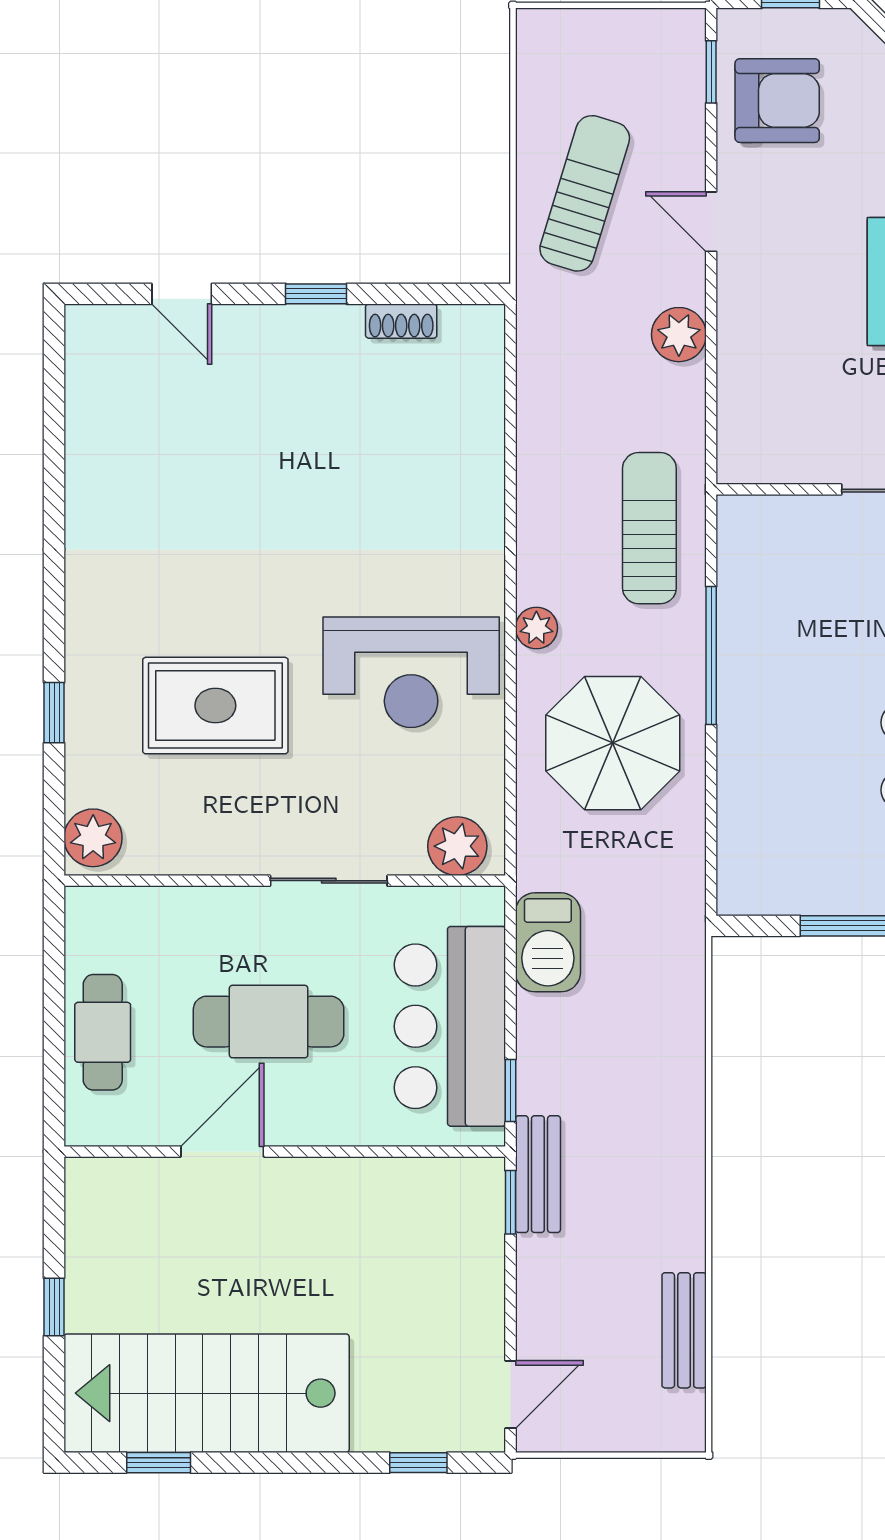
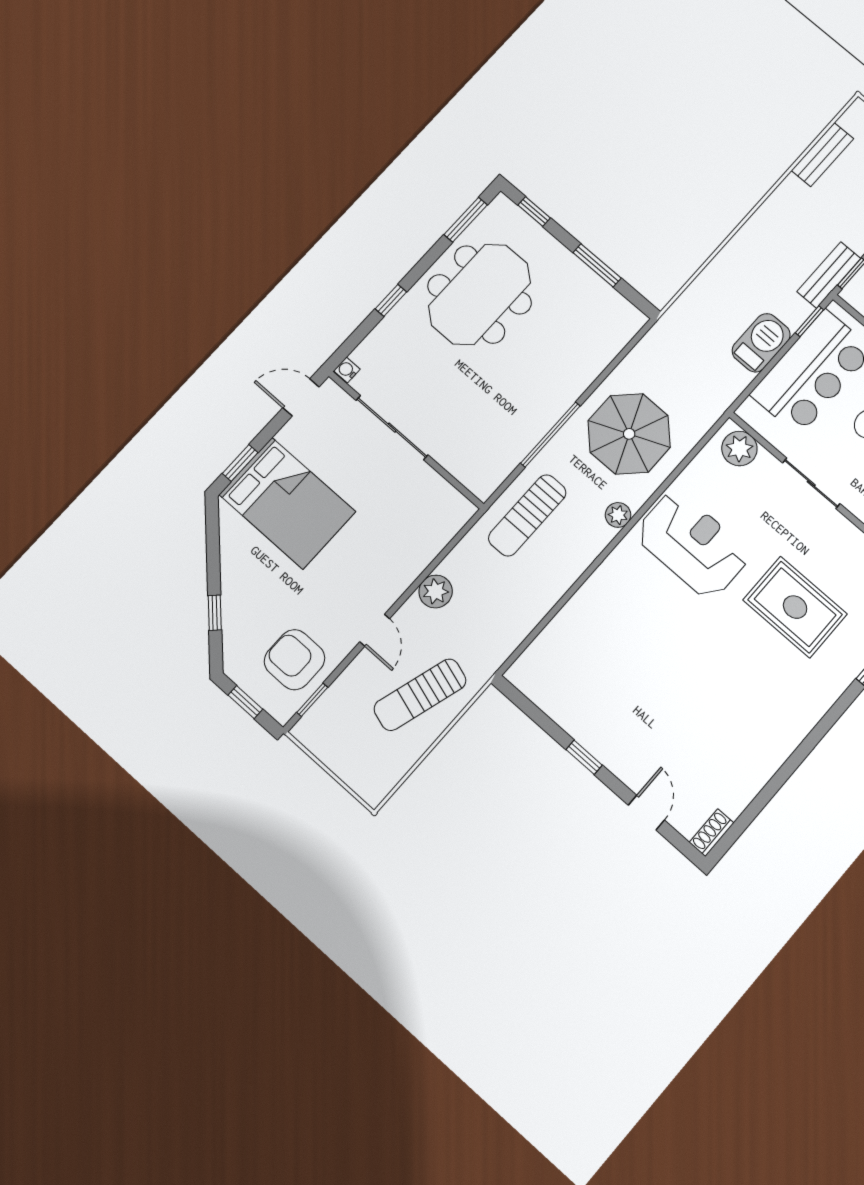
shoe rack: (401, 321) -> (712, 833), moved, turned -90
barbecue: (548, 942) -> (761, 343), moved

